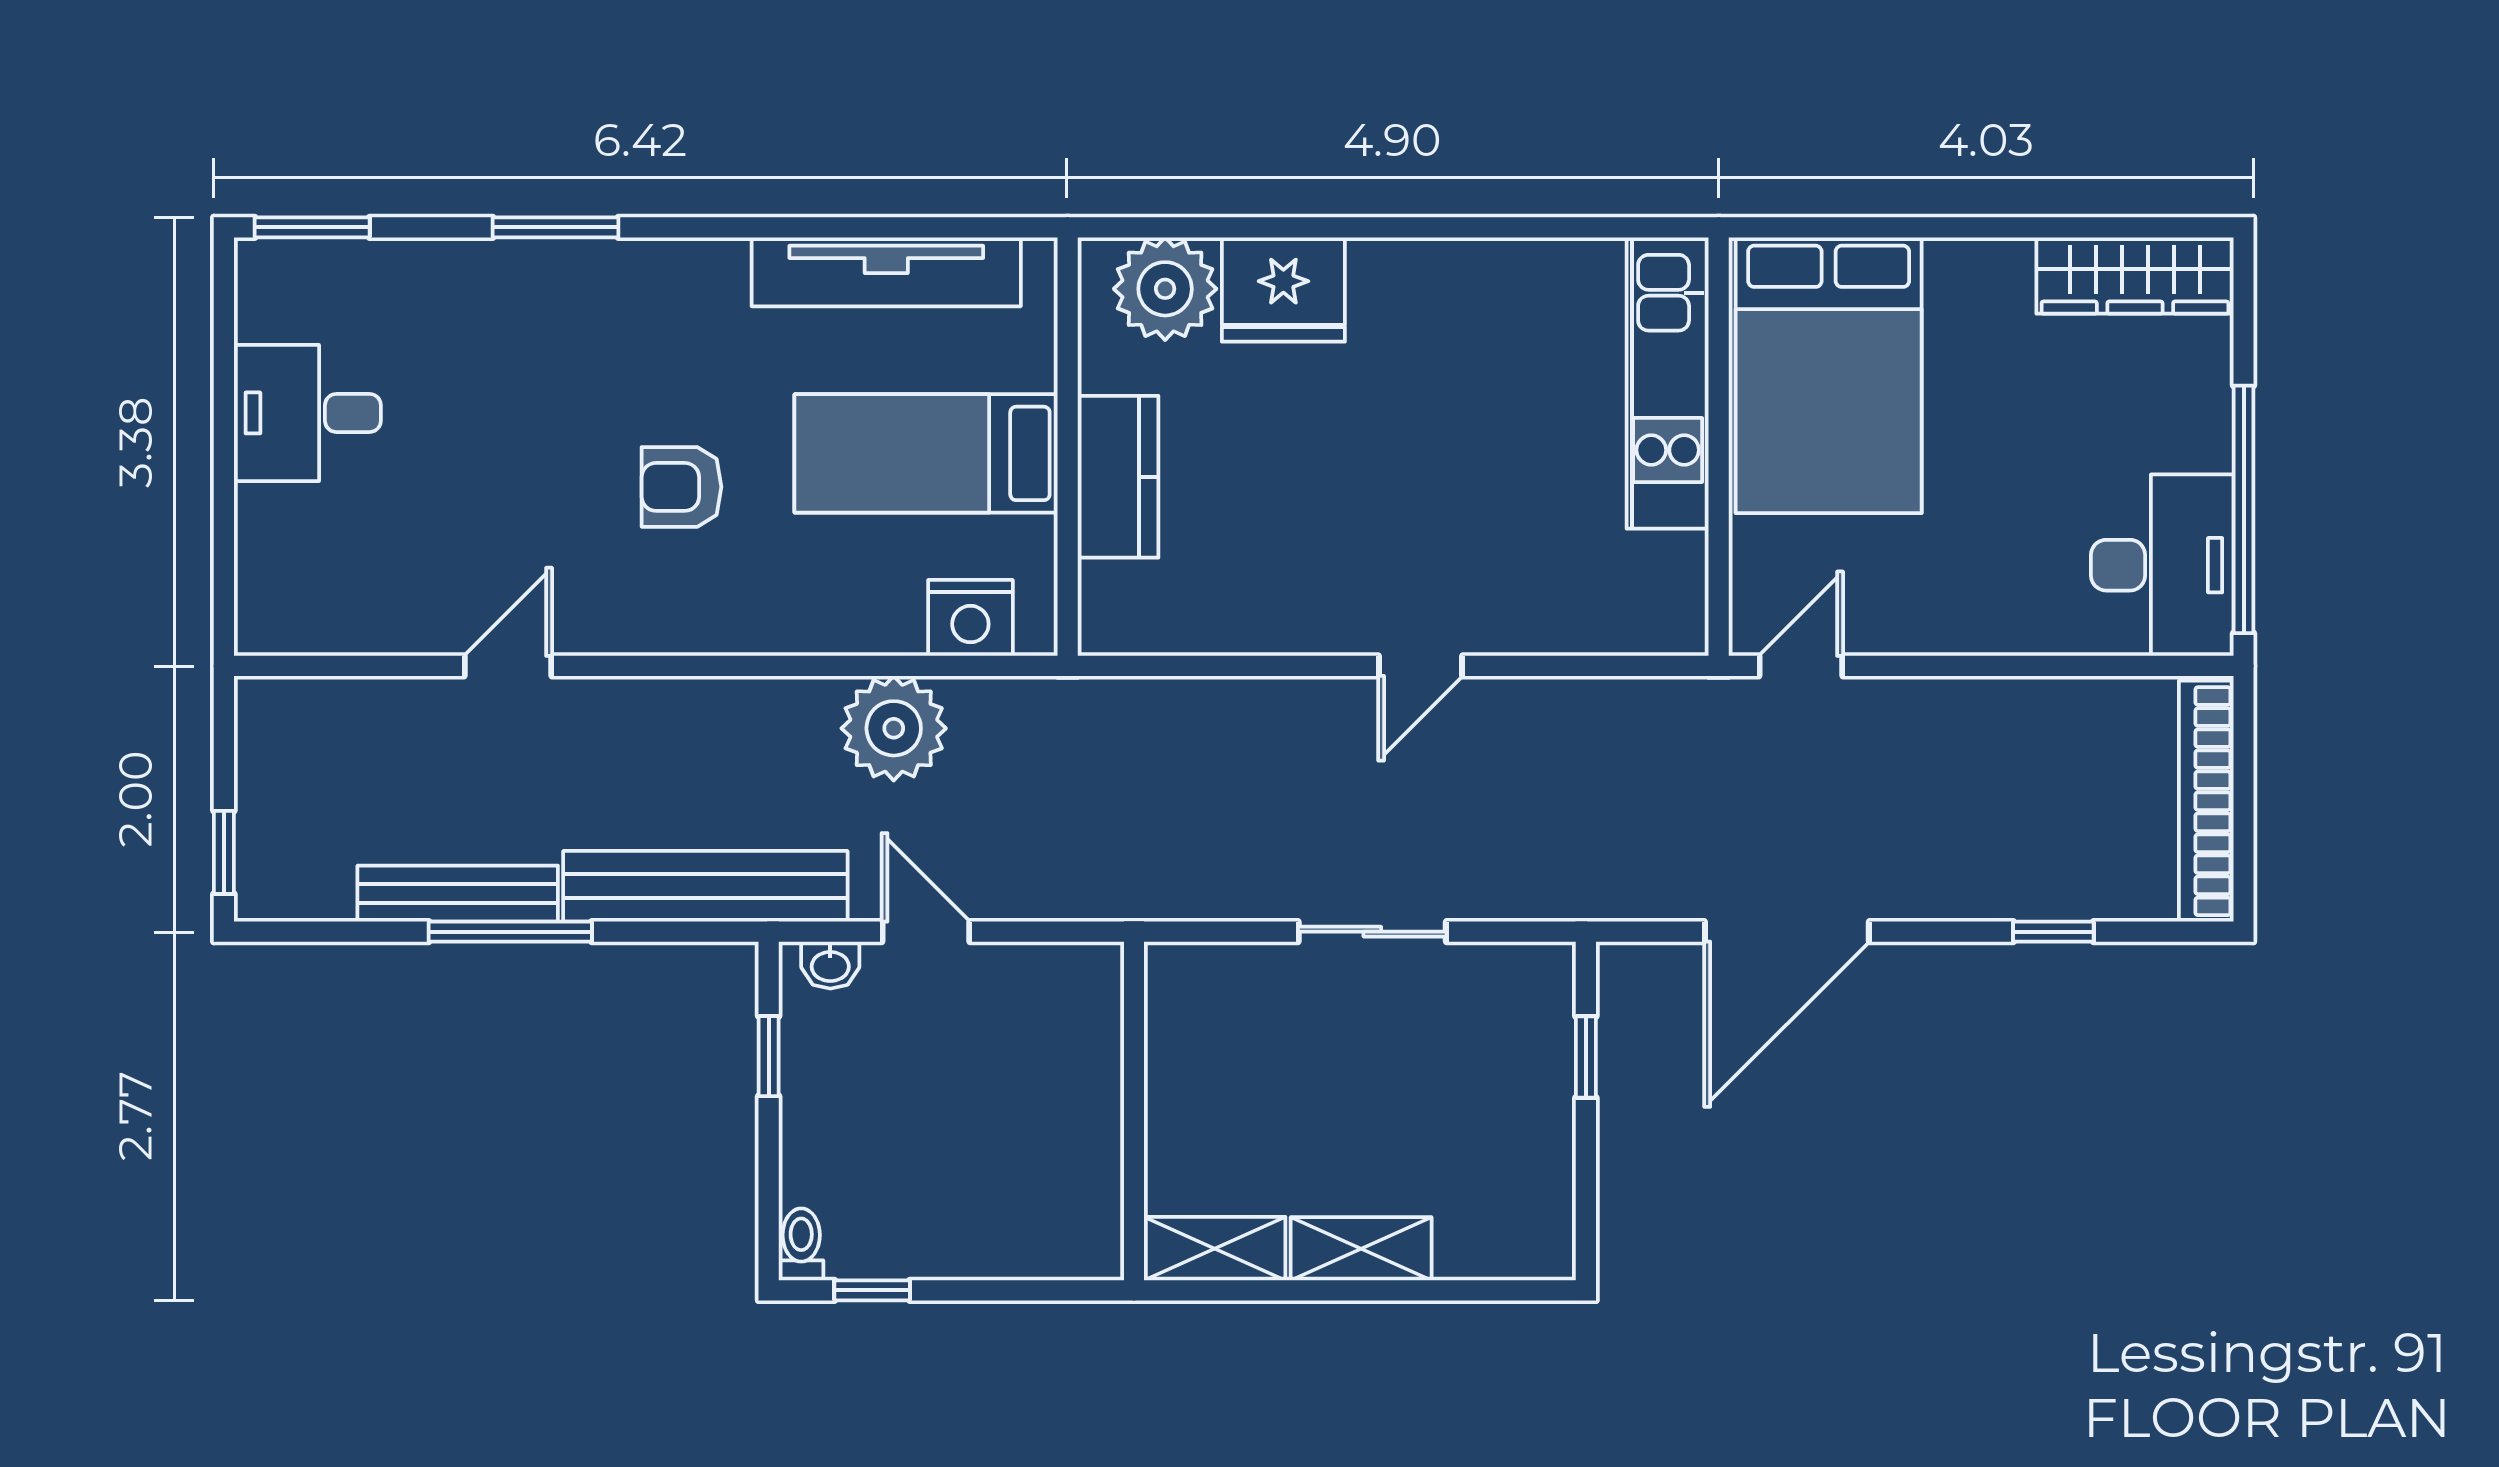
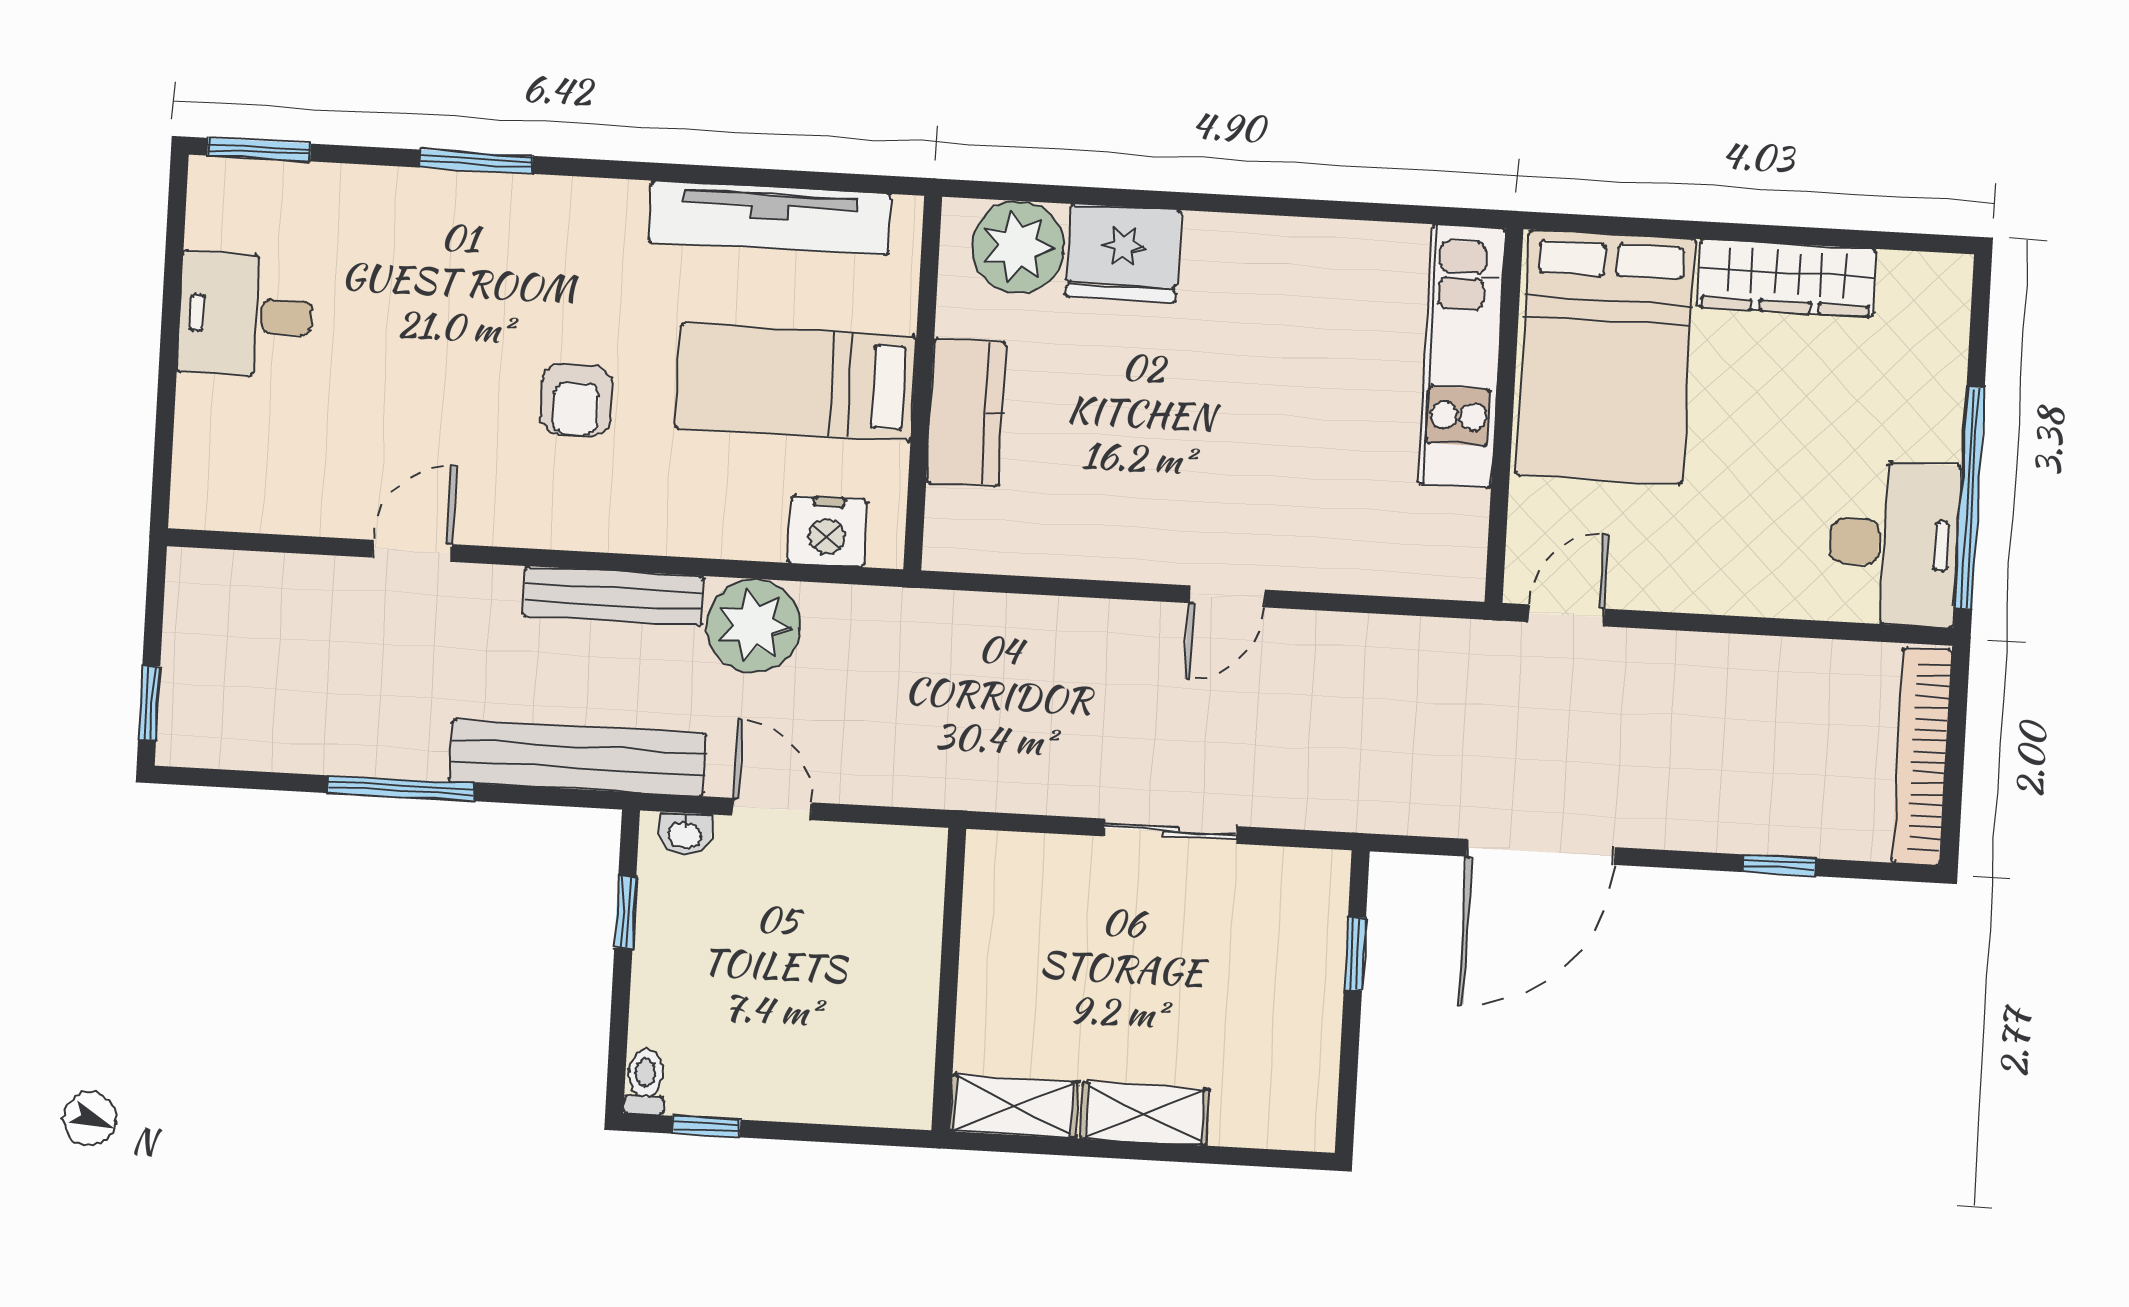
wardrobe: (2135, 276) -> (1787, 278), moved
armchair: (682, 487) -> (576, 400), turned -90
bench: (458, 894) -> (614, 596), moved

